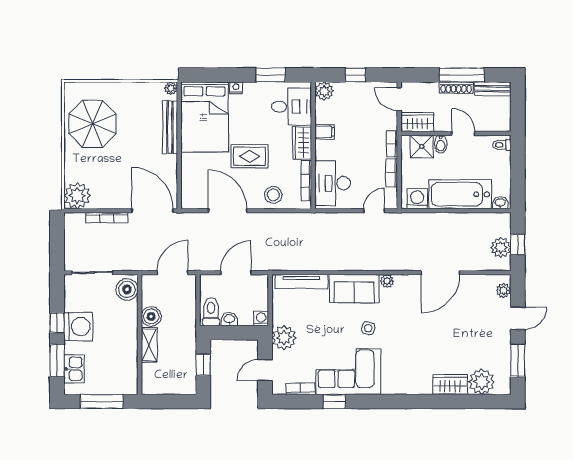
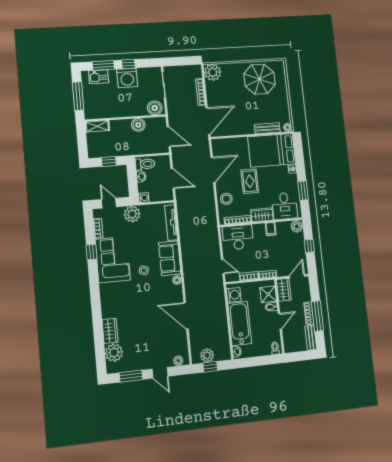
bench: (170, 127) -> (267, 128), width x0.73
shelving: (149, 345) -> (97, 126), moved

